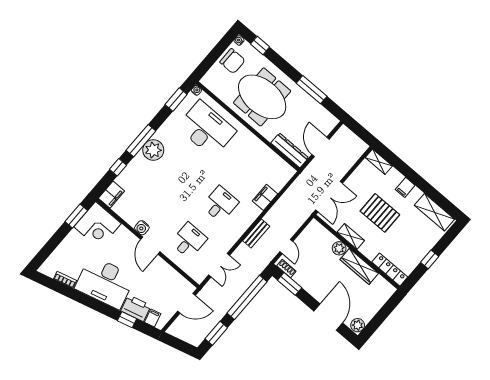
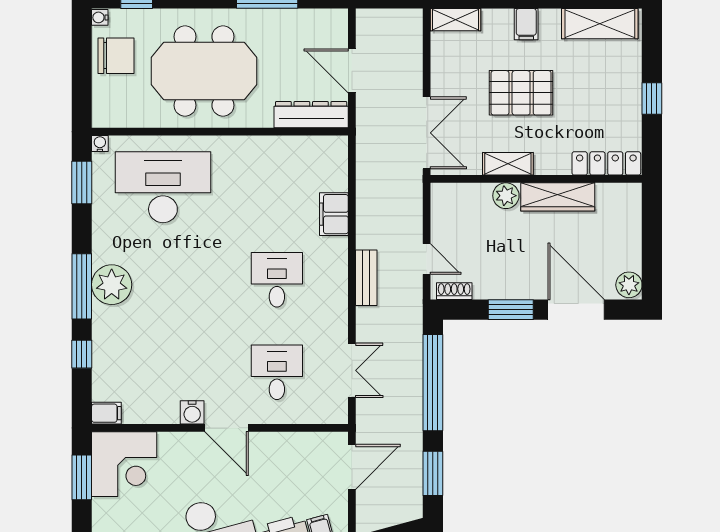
filing cabinet: (111, 195) -> (106, 413), width x0.50
window: (290, 284) -> (511, 310), moved

